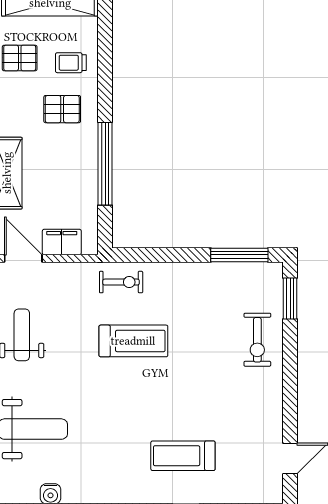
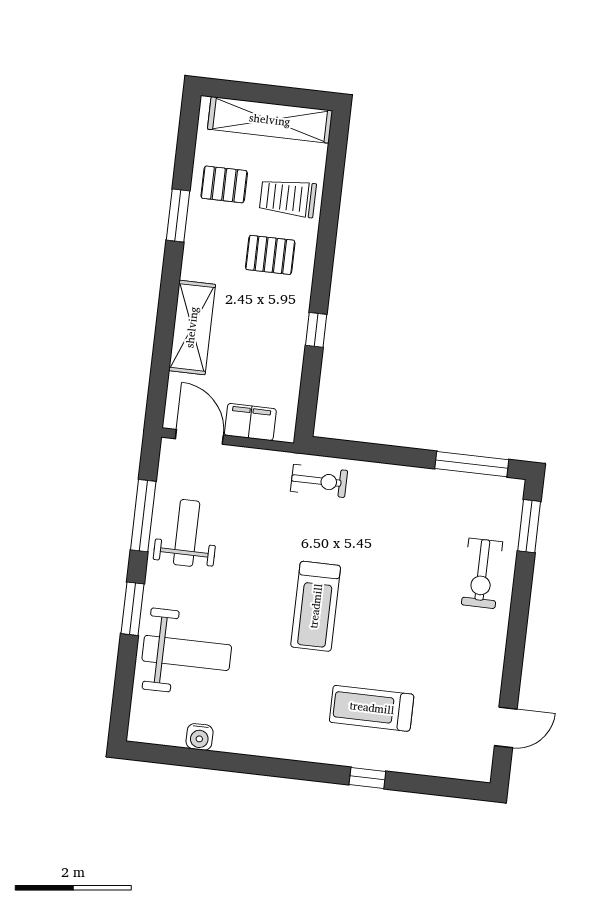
trolley: (71, 63) -> (288, 198), width x1.36, depth x1.39
window: (105, 164) -> (316, 330), width x0.32
treadmill: (133, 341) -> (316, 606), moved, turned 90

